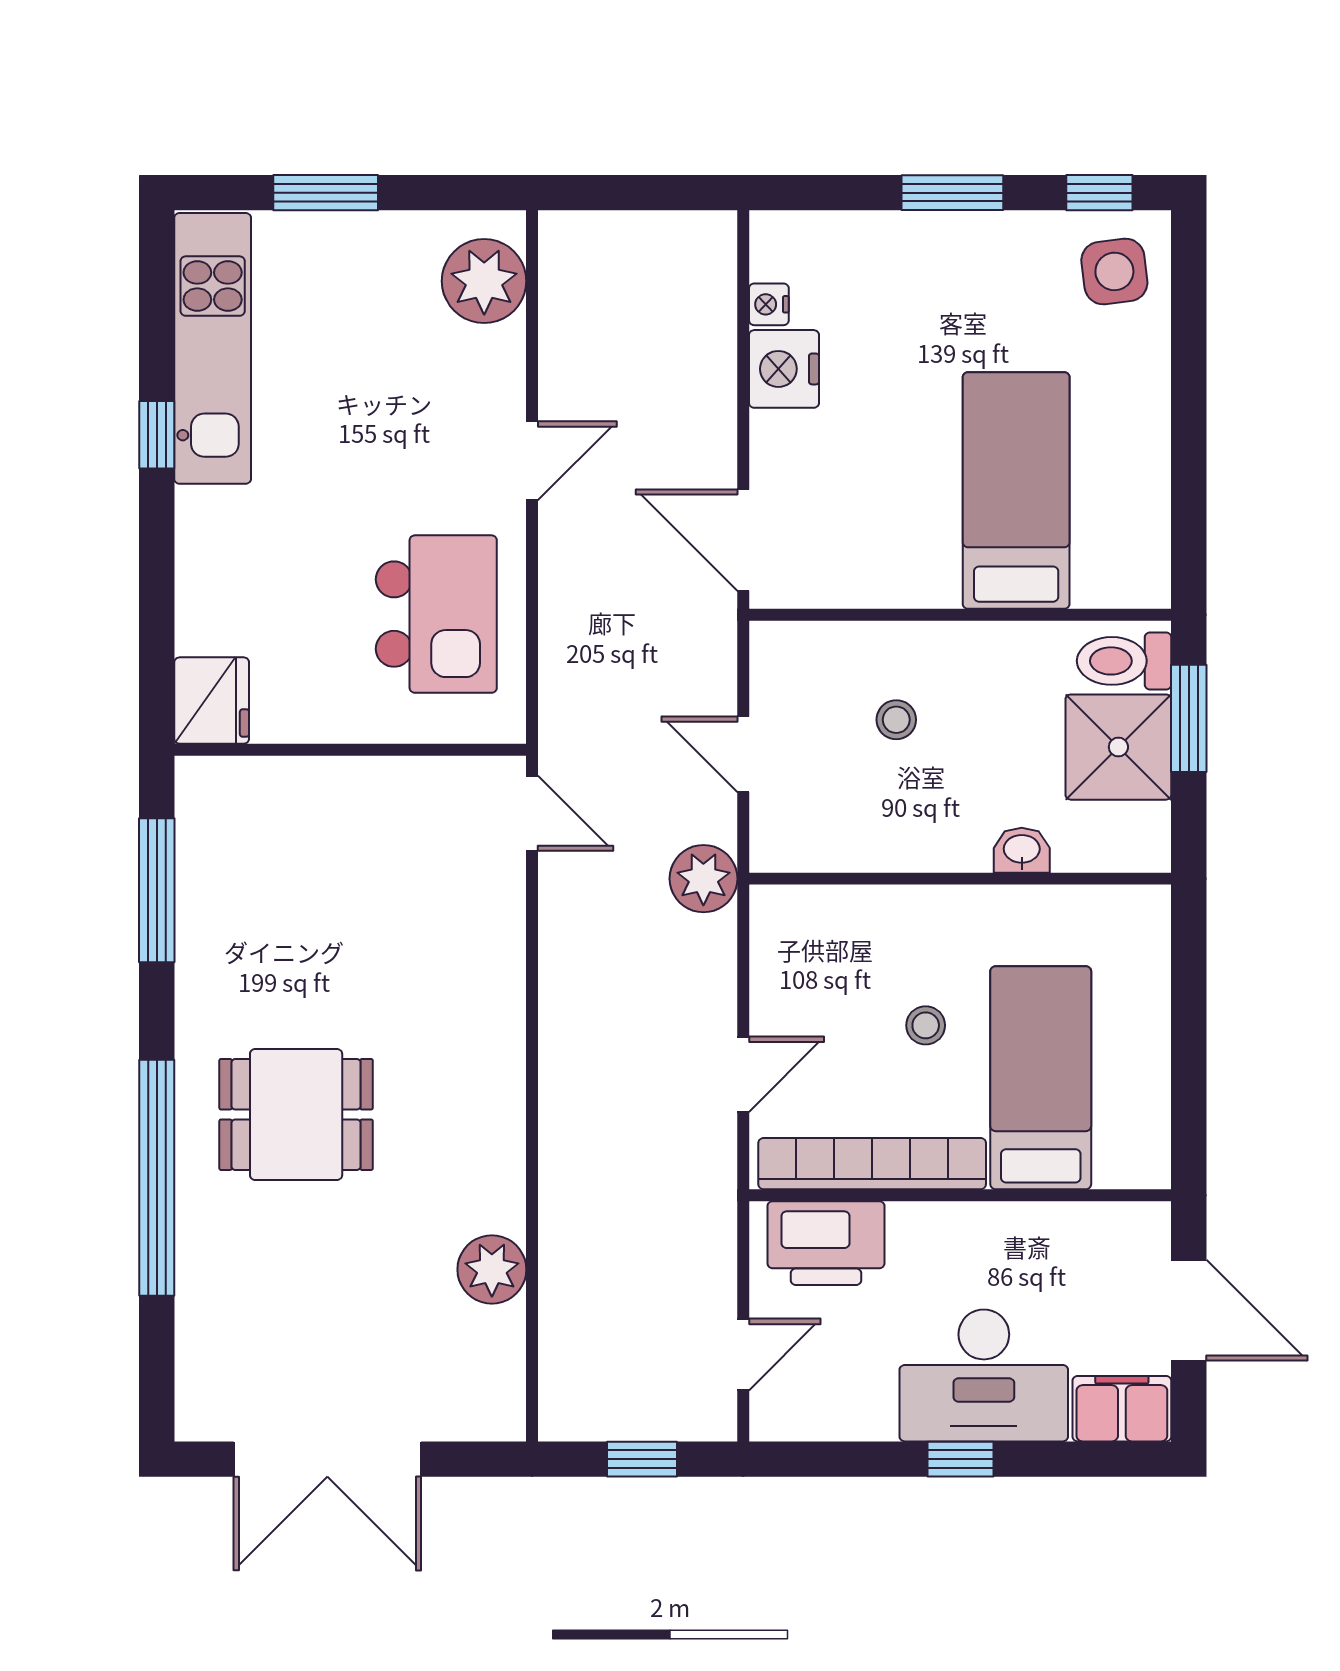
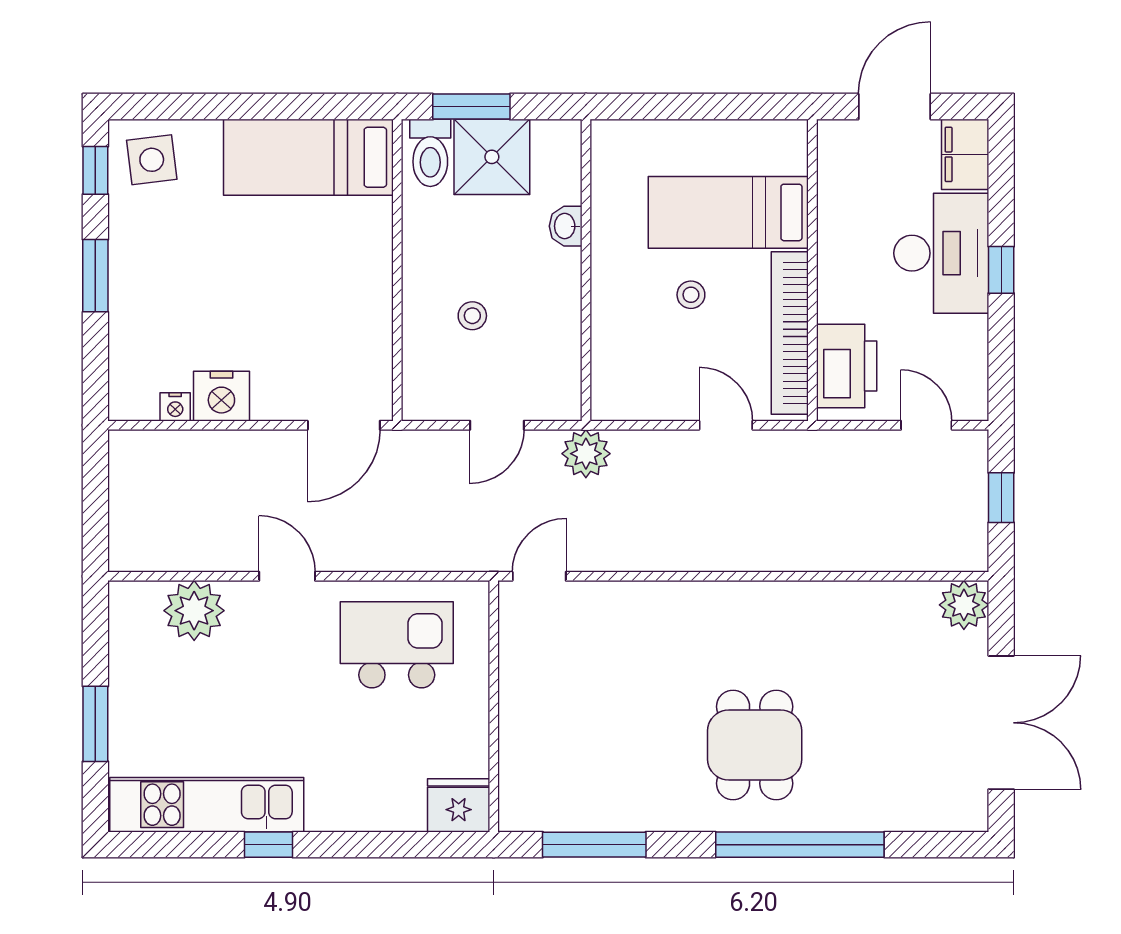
plant: (484, 281) -> (194, 611), moved
bed: (1016, 491) -> (308, 157), moved
plant: (492, 1269) -> (964, 605), moved

